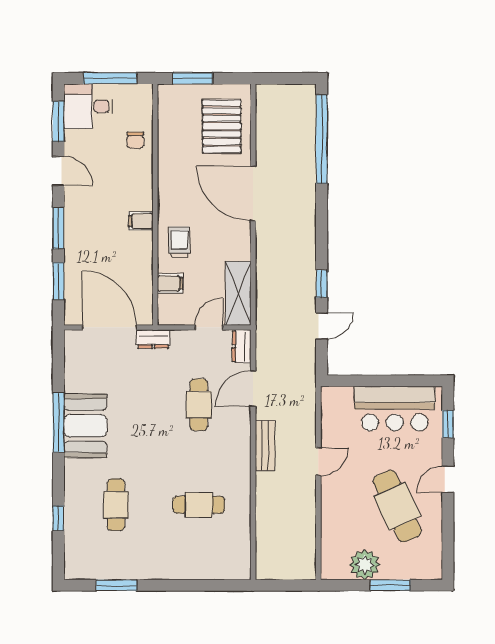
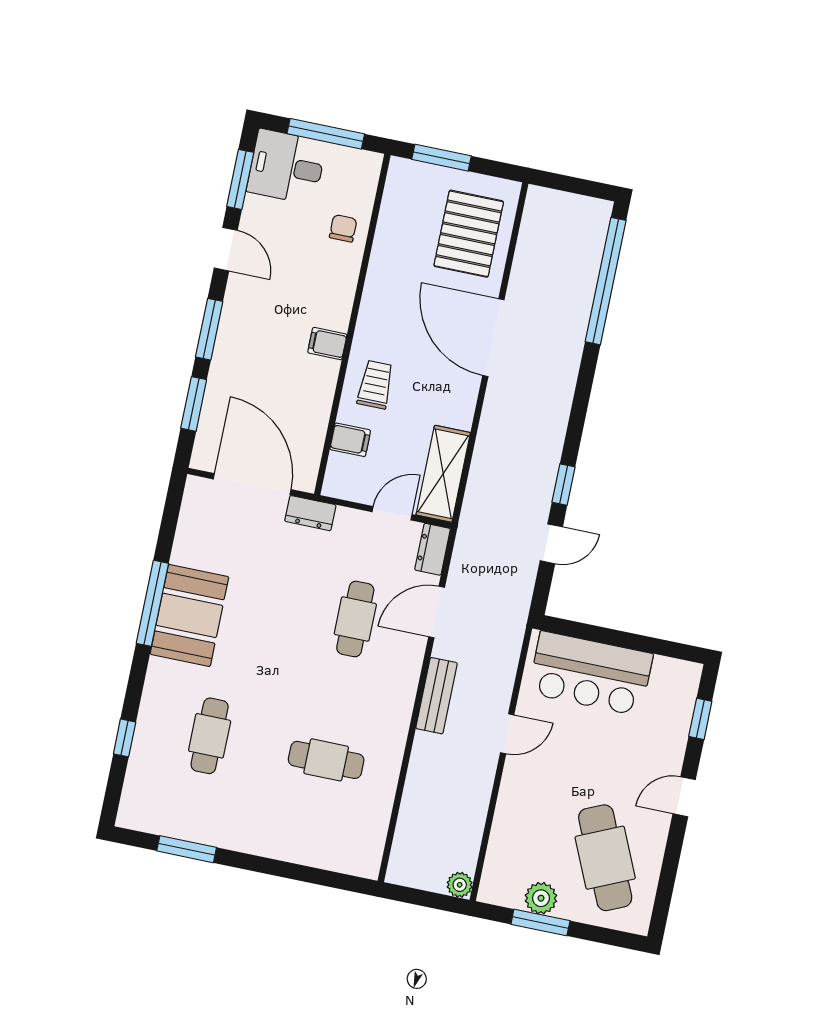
chair: (135, 140) -> (343, 228), turned 180
bar counter: (395, 409) -> (591, 673), moved
cafe table: (397, 506) -> (605, 858), moved
plant: (365, 565) -> (541, 898), width x0.73, depth x0.73
plant: (307, 571) -> (460, 885), added
window: (390, 585) -> (540, 922), moved

